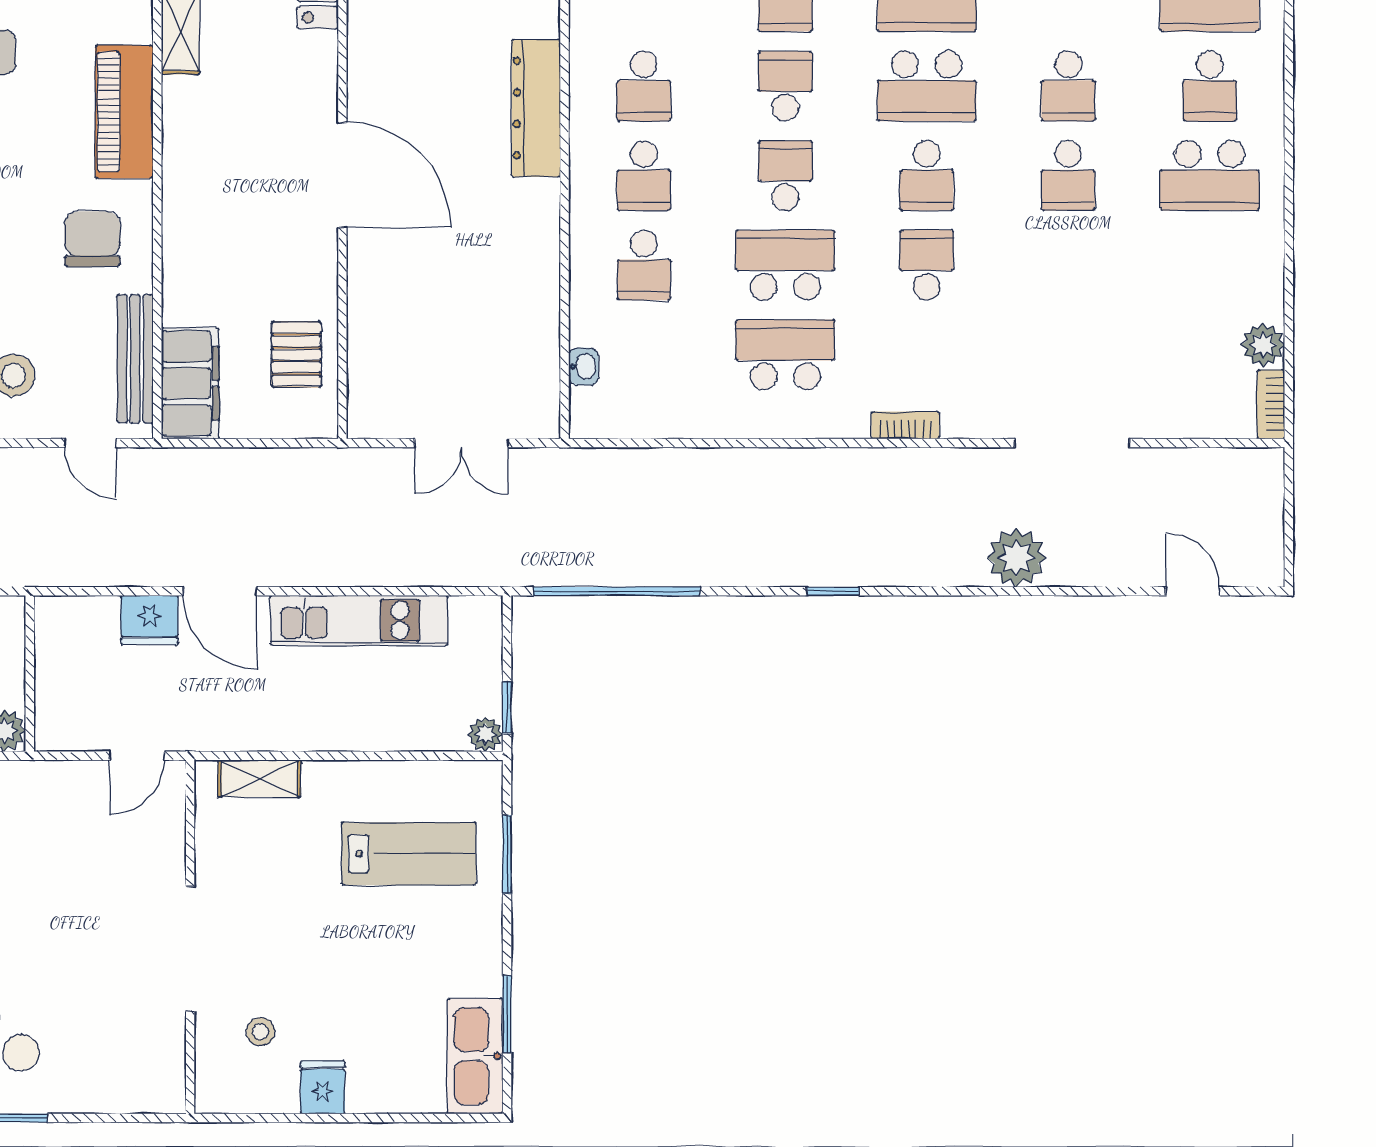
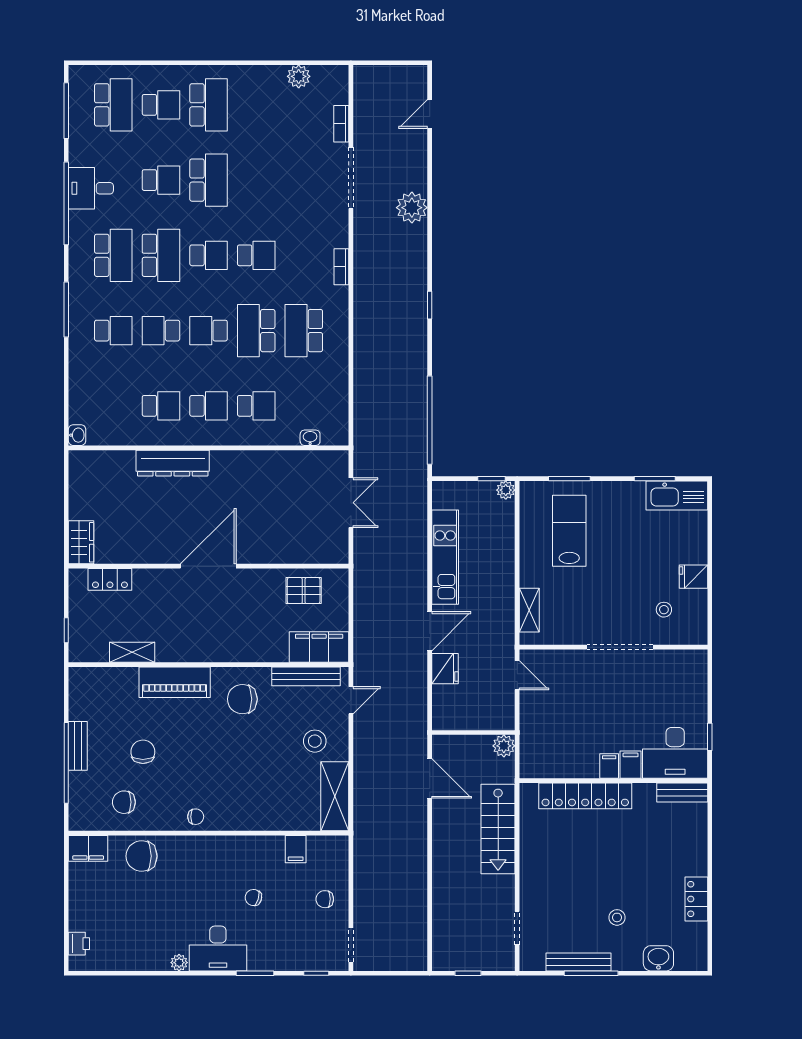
school desk: (1068, 176) -> (209, 180), width x1.85
school desk: (927, 265) -> (256, 255), turned 180
bookcase: (1271, 404) -> (341, 124), moved, turned 90

